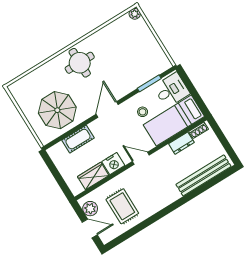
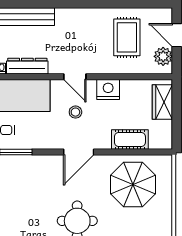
stool: (143, 112) -> (75, 112), moved
dresser: (181, 143) -> (27, 66), width x1.44
wardrobe: (93, 176) -> (162, 102), moved, turned 90

